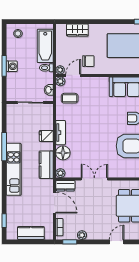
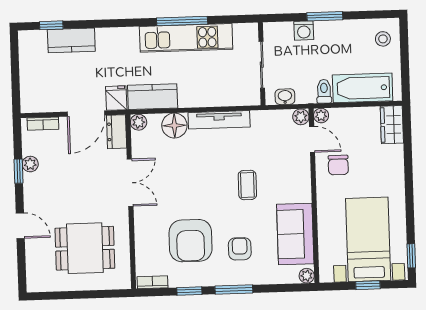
wardrobe: (77, 30) -> (392, 125), moved
washing machine: (12, 66) -> (304, 30), moved
coffee table: (70, 98) -> (247, 185), moved
tv unit: (61, 133) -> (219, 120), width x1.41
fridge: (46, 136) -> (116, 98), moved
kitchen unit: (14, 169) -> (186, 38), moved
kitchen counter: (31, 233) -> (71, 40), moved, turned 90
window: (70, 242) -> (18, 171), moved

